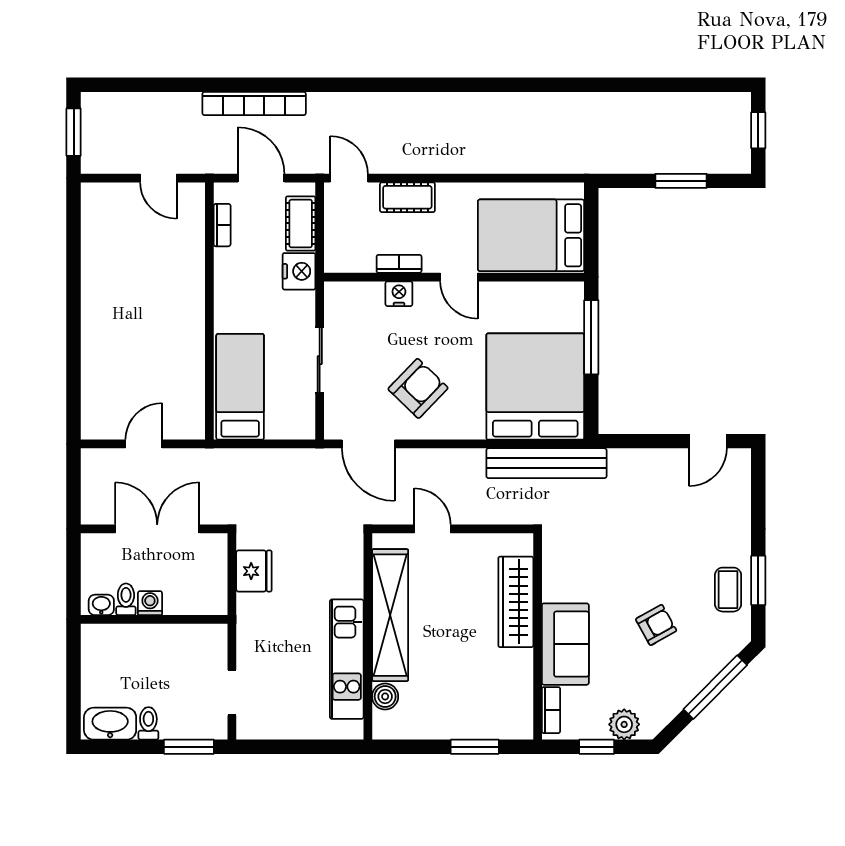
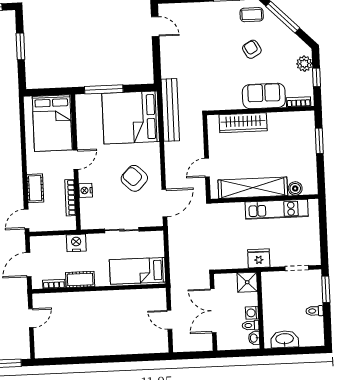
cot: (301, 223) -> (80, 279), moved
bookcase: (399, 264) -> (70, 198), width x1.56
fridge: (254, 571) -> (259, 258), moved
coffee table: (728, 590) -> (252, 15), moved
shower: (209, 597) -> (247, 282), added
washbasin: (110, 724) -> (285, 339), moved, turned 90

